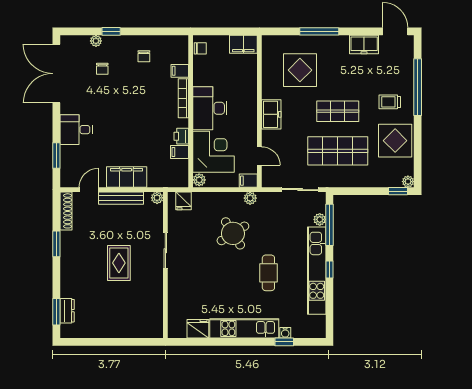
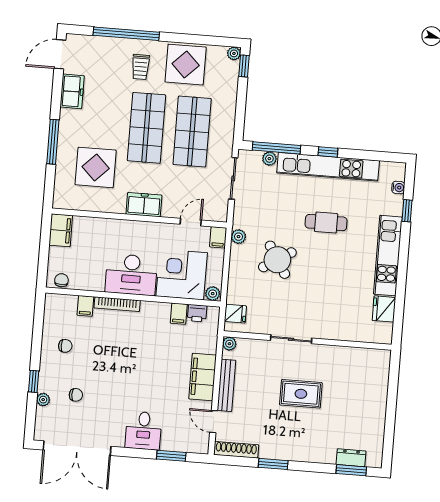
shop shelf: (338, 111) -> (147, 128), width x1.43, depth x1.36
printer: (181, 136) -> (197, 313), moved
water cooler: (285, 333) -> (398, 187), moved

